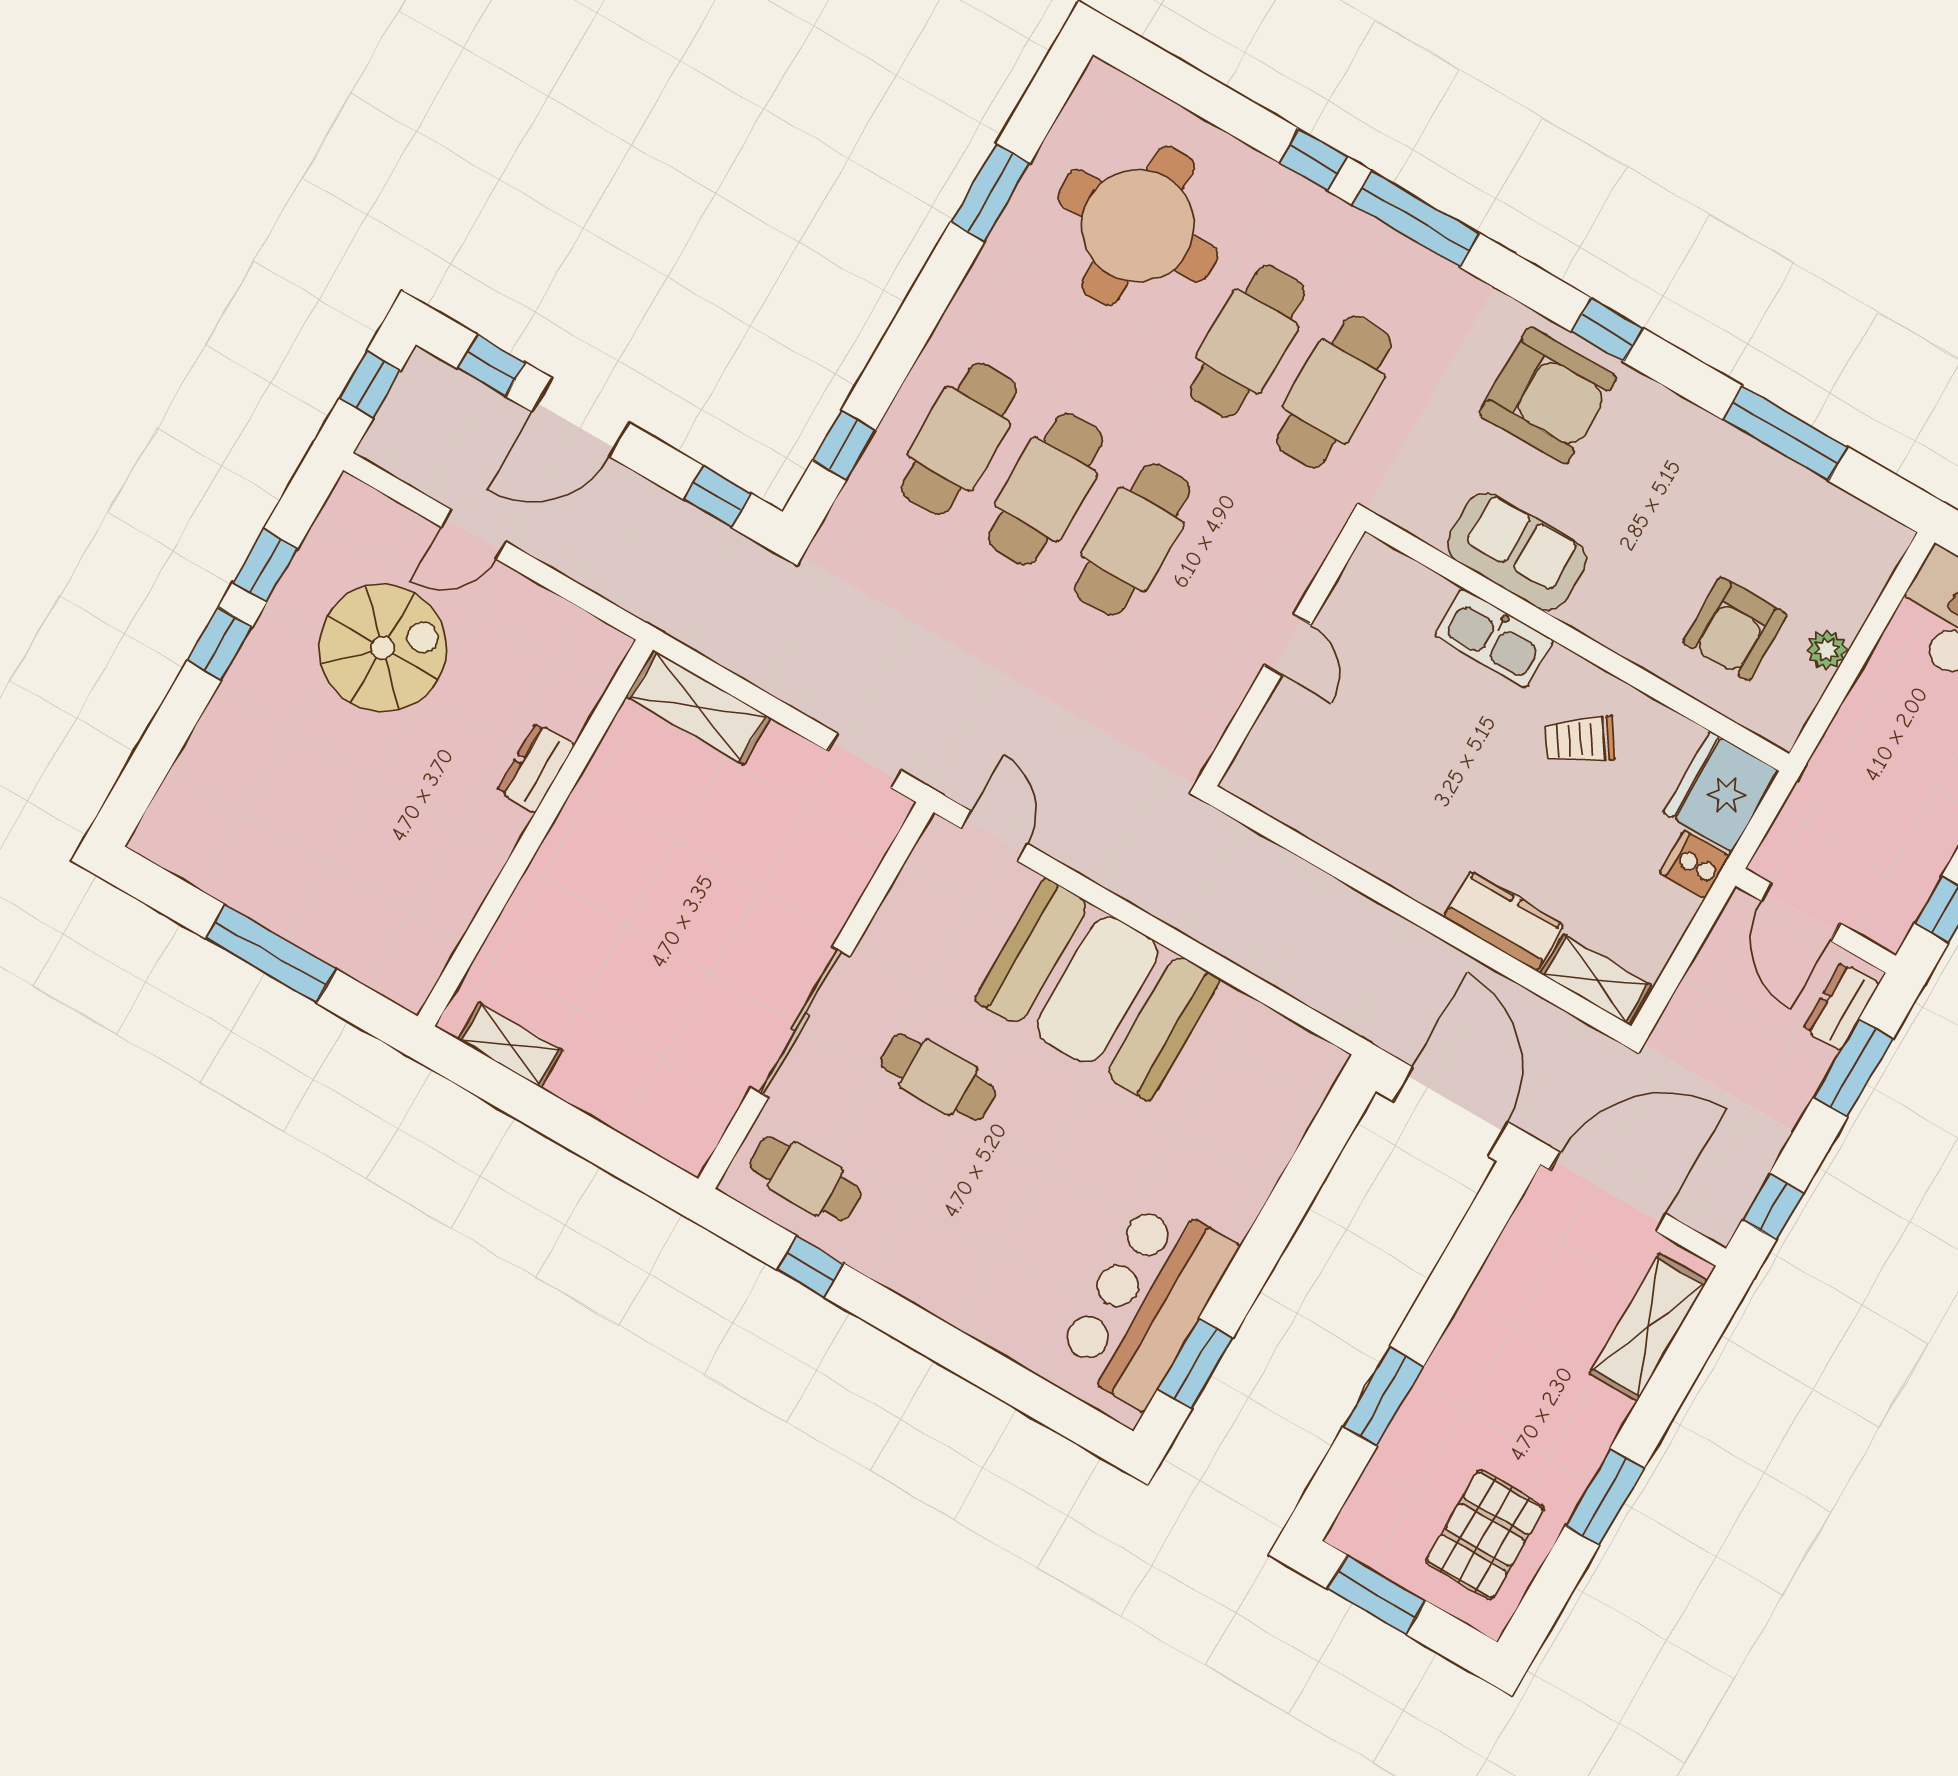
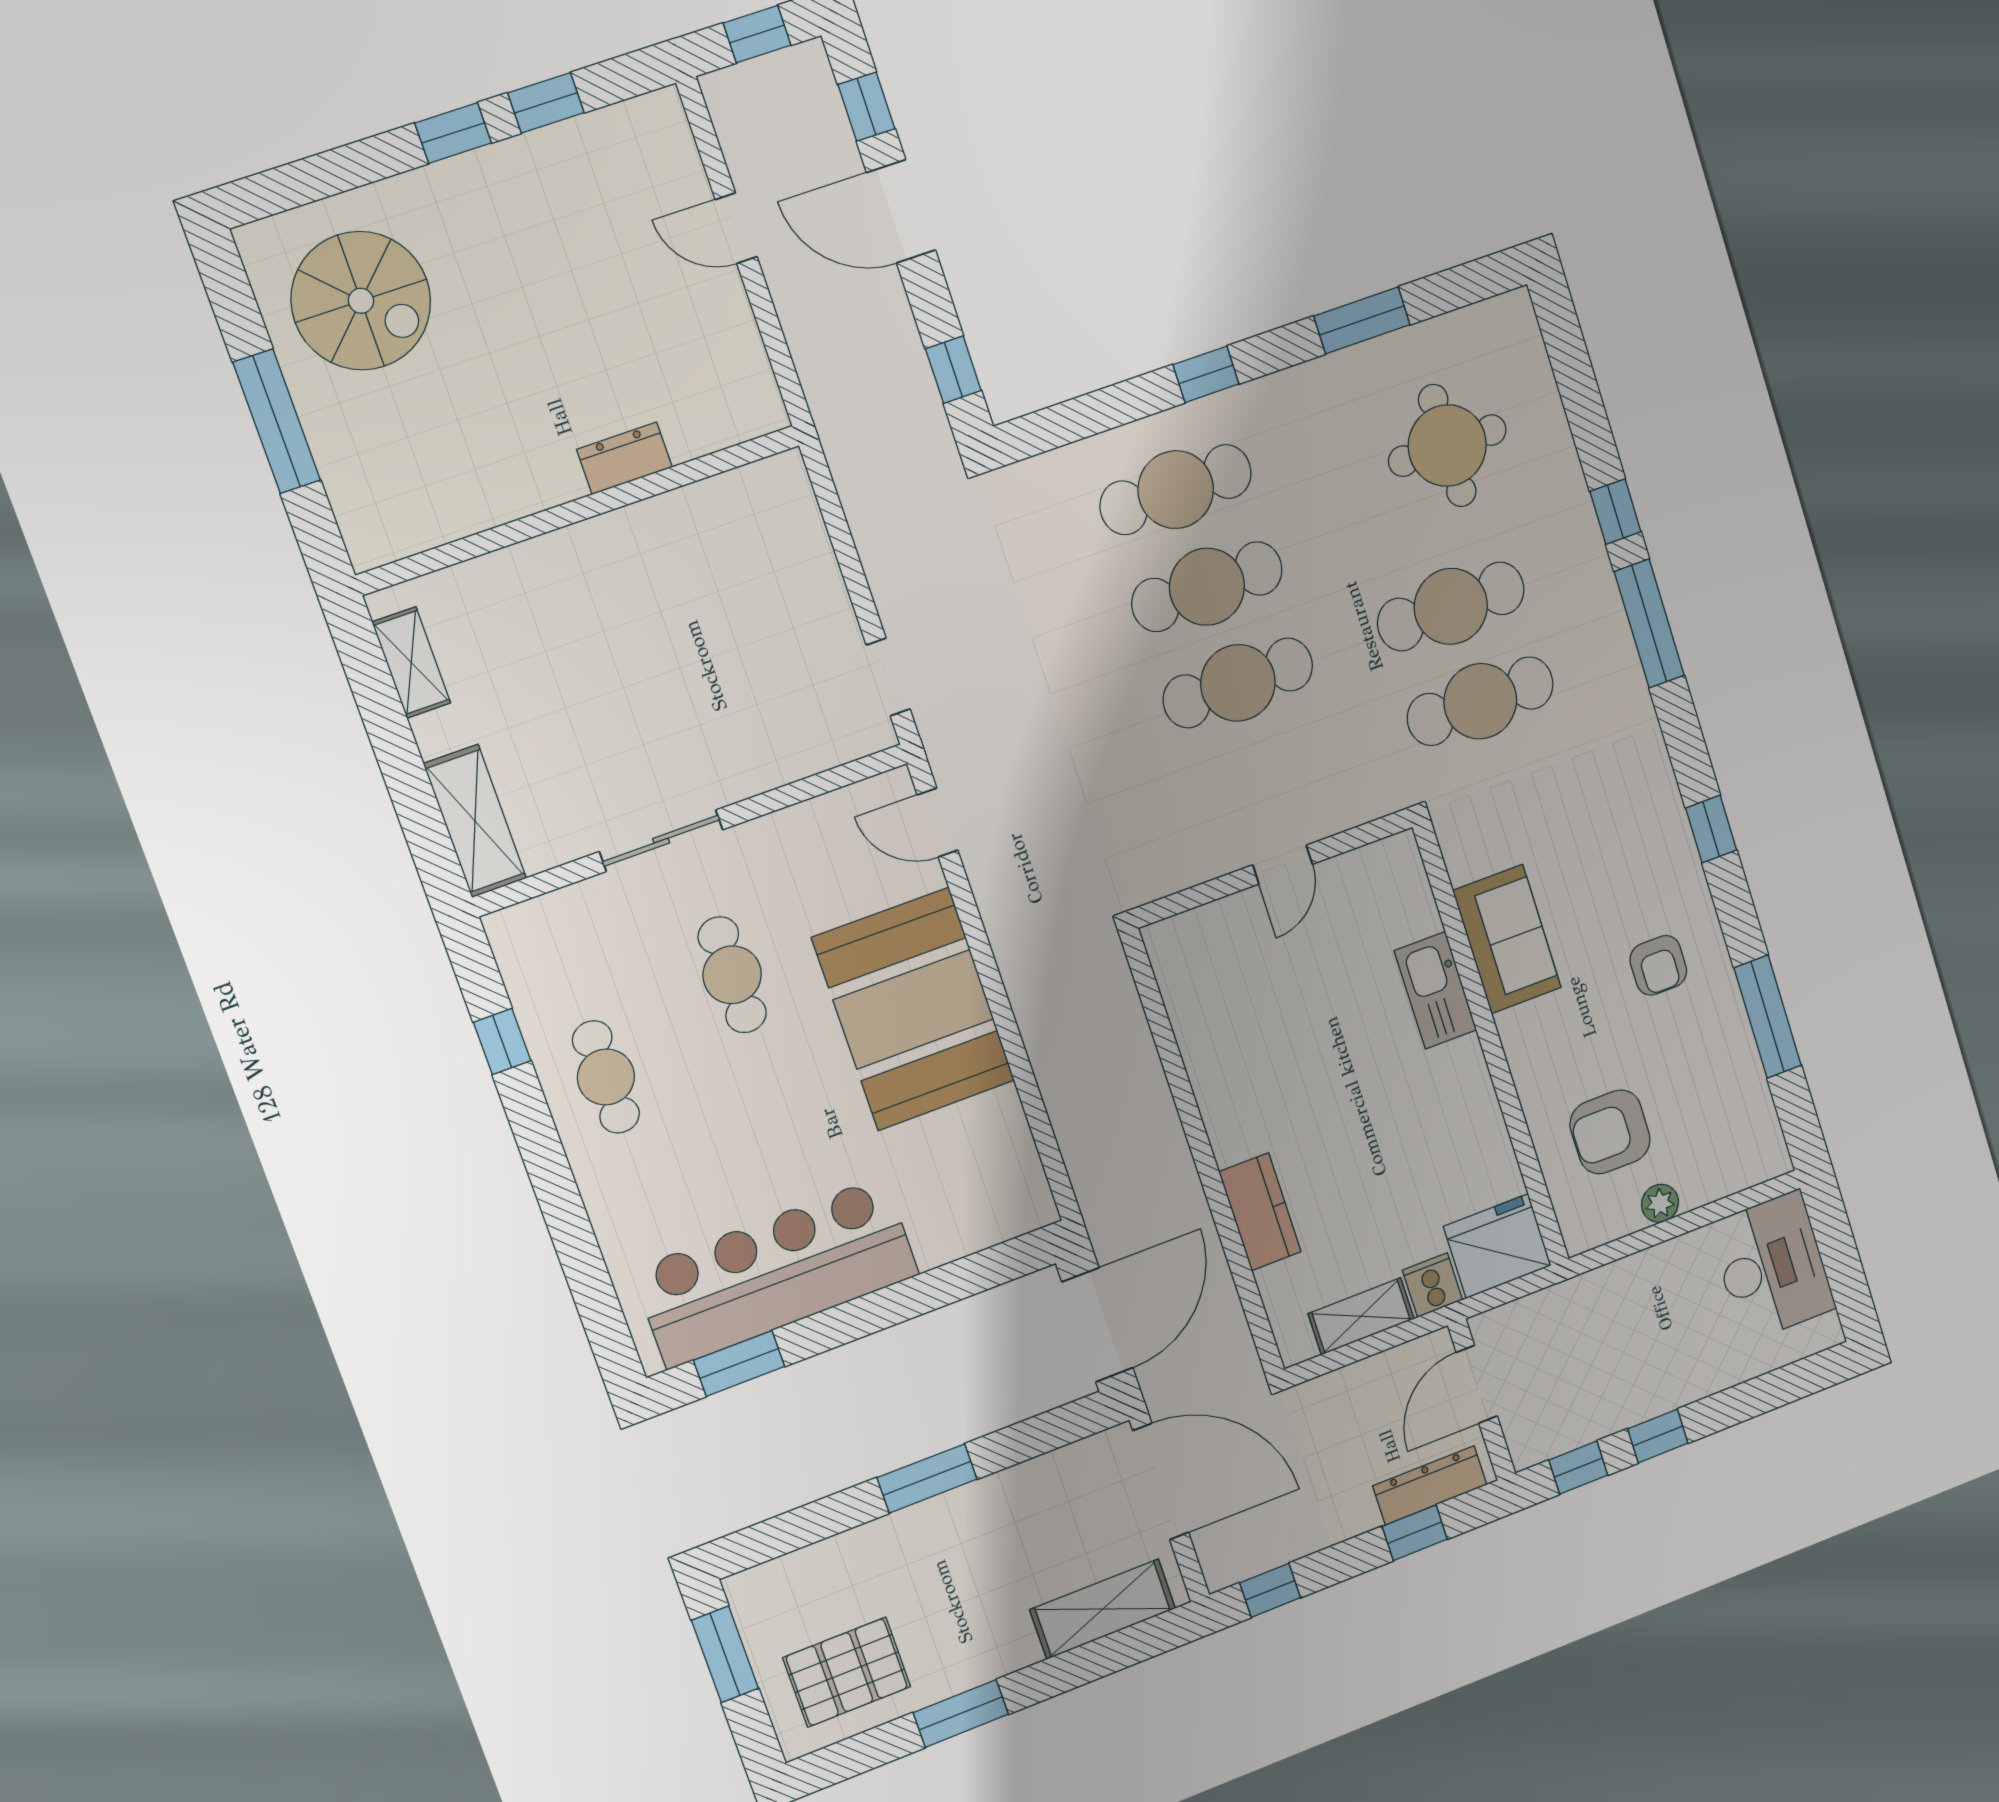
round table: (1138, 226) -> (1447, 446), width x0.73, depth x0.73
armchair: (1548, 396) -> (1658, 965), moved, width x0.53, depth x0.53
window: (844, 445) -> (1206, 374), moved
spiral stairs: (383, 648) -> (361, 301), moved
shelving: (698, 707) -> (475, 821), moved
trolley: (1580, 740) -> (1431, 1121), removed
door: (994, 836) -> (937, 823), swing flipped
shelving: (1596, 979) -> (1361, 1316), moved, turned 90
dresser: (1841, 1006) -> (1430, 1485), width x1.44
sliding door: (800, 1022) -> (661, 841), width x0.73
window: (1853, 1068) -> (1415, 1533), width x0.67
cafe table: (805, 1179) -> (606, 1077), moved
bar counter: (1146, 1303) -> (776, 1272), width x1.36
window: (1383, 1396) -> (927, 1478), moved

